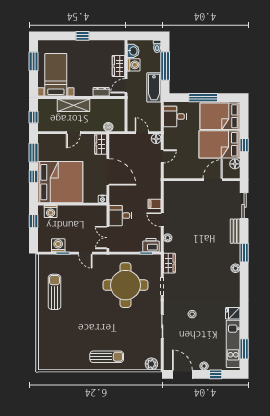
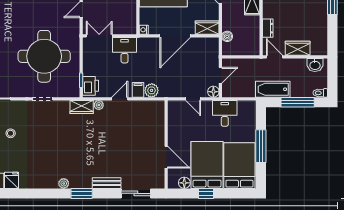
washing machine: (134, 65) -> (299, 66), removed
desk: (175, 116) -> (225, 113), moved
plant: (155, 192) -> (152, 90), added
wardrobe: (169, 263) -> (82, 107), moved

